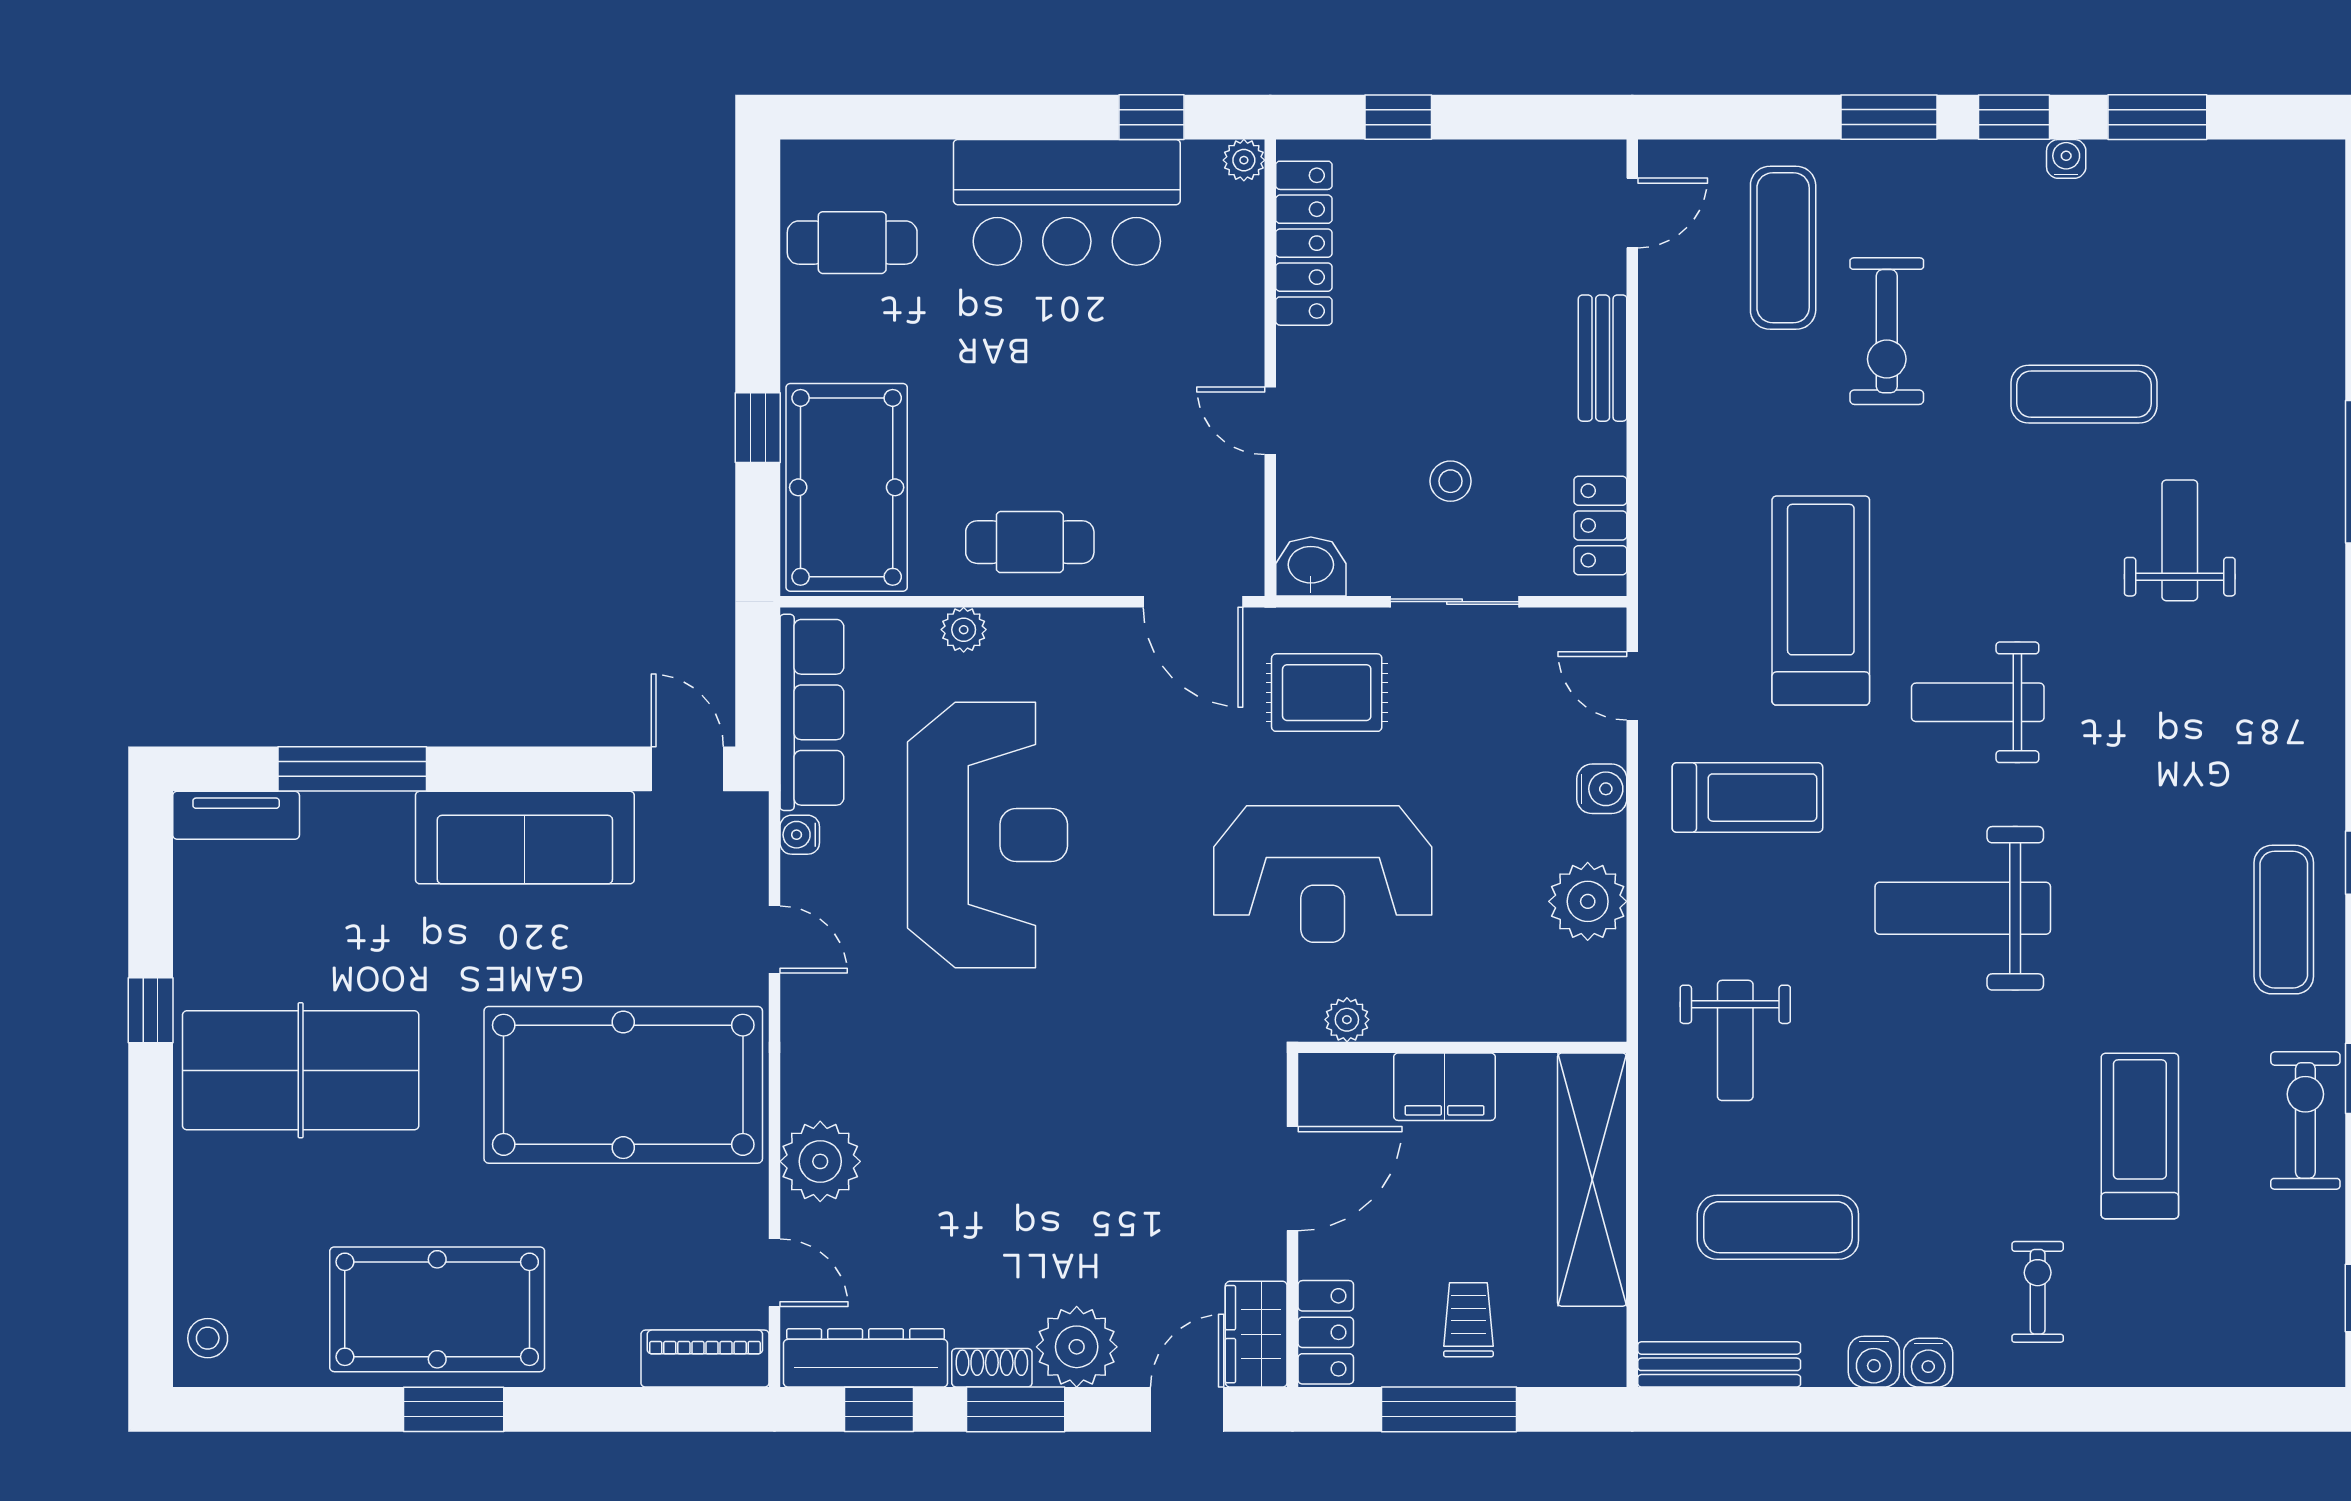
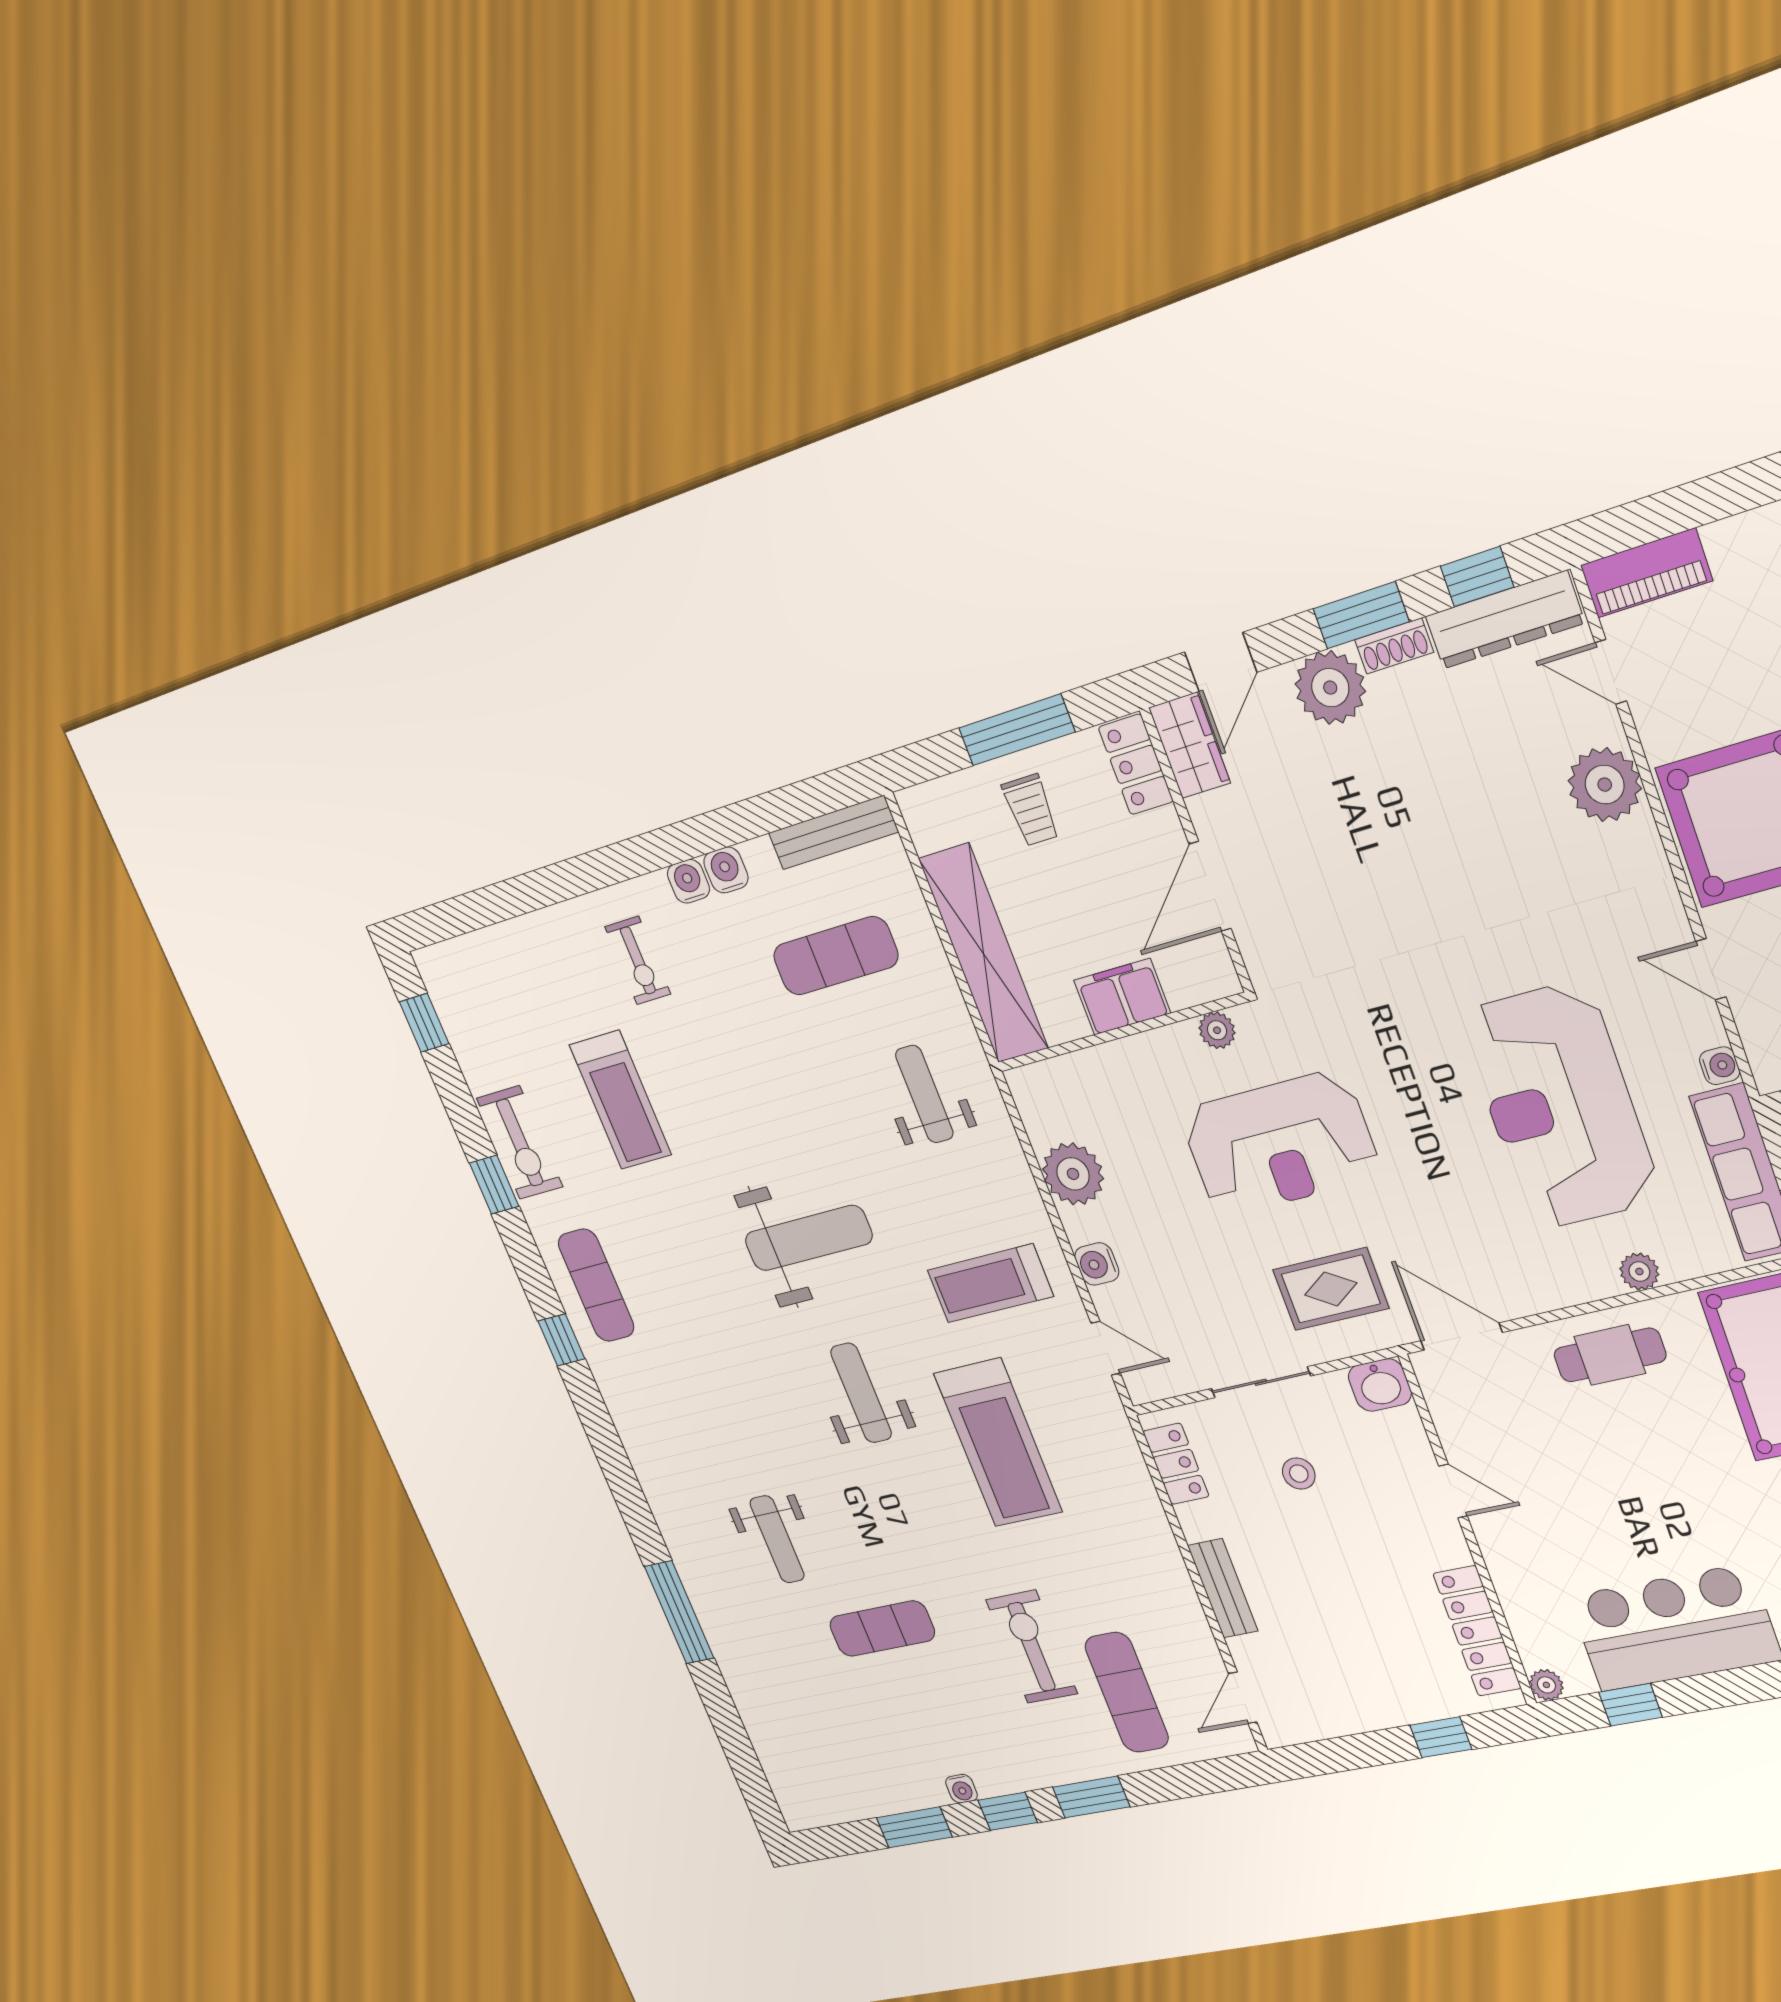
weight bench: (1978, 702) -> (861, 1393), turned -90
reception desk: (1323, 874) -> (1280, 1144), turned 180

